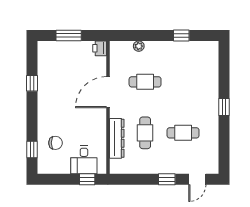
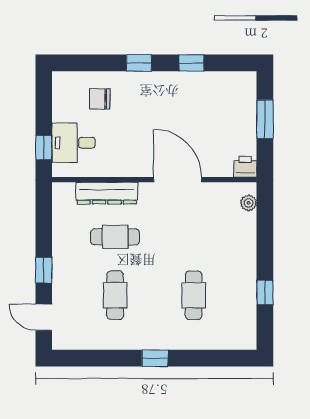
plant: (139, 46) -> (249, 203), moved
cafe table: (145, 82) -> (194, 295), moved
chair: (55, 143) -> (100, 99), turned 90
window: (32, 150) -> (139, 63), moved

